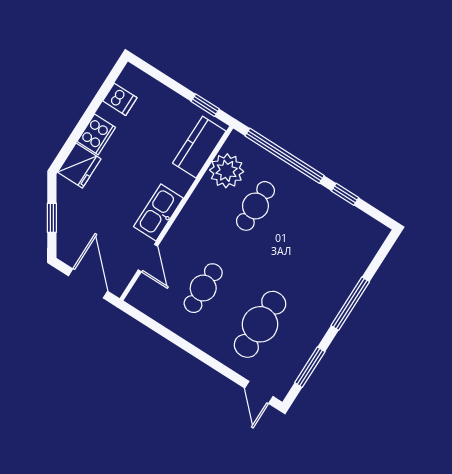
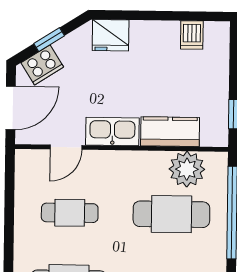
cooker: (96, 134) -> (42, 65), moved, turned -32
kitchen counter: (199, 147) -> (170, 132), moved
cafe table: (255, 206) -> (171, 214), width x1.37, depth x1.35

